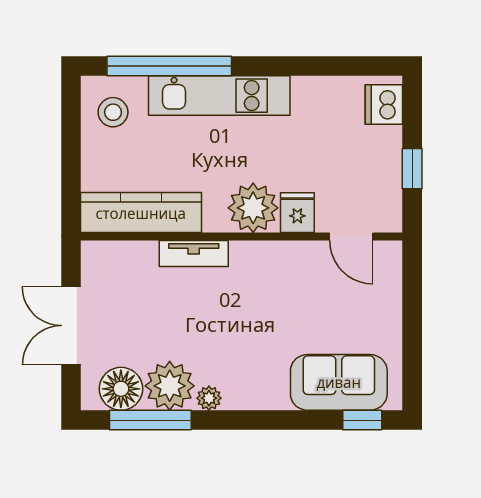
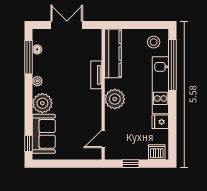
fridge: (297, 213) -> (160, 122), moved, turned 180
plant: (170, 386) -> (42, 103), moved
floor lamp: (121, 389) -> (37, 49), width x0.53, depth x0.53

